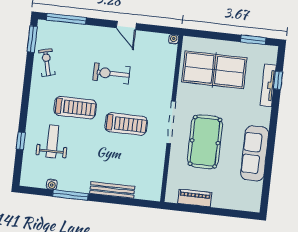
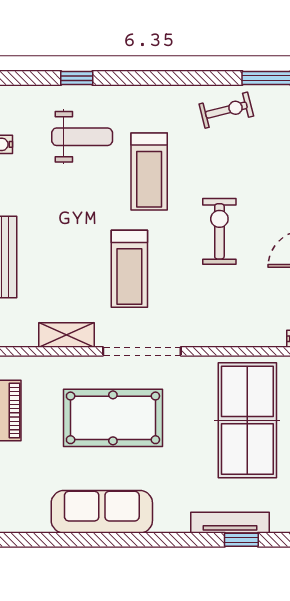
shelving: (158, 162) -> (66, 335), added

